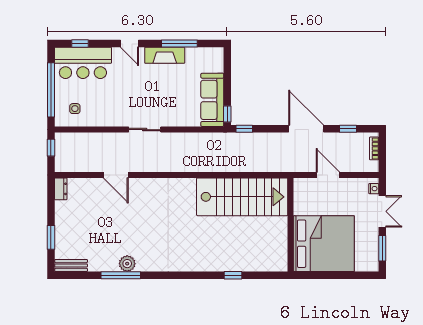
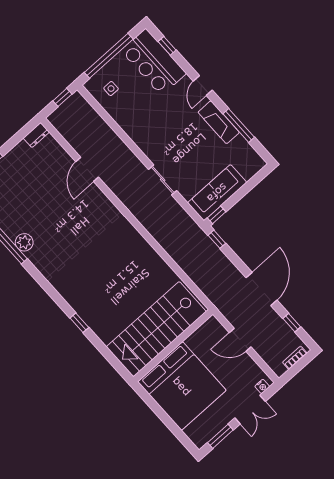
sliding door: (145, 130) -> (163, 180), moved
door: (328, 175) -> (240, 340), swing flipped
stairs: (242, 197) -> (156, 329), moved, turned 90
window: (233, 275) -> (79, 323), moved

